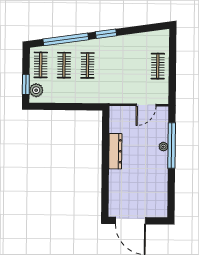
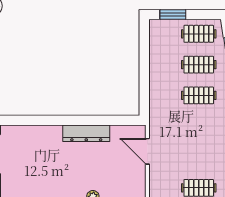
plant: (36, 90) -> (165, 28), removed
door: (146, 105) -> (147, 151), moved

